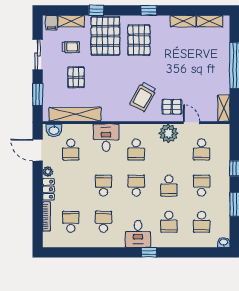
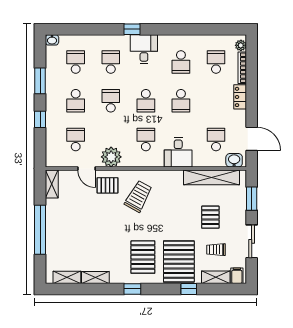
plant: (48, 172) -> (241, 45), moved
school desk: (71, 222) -> (216, 62), turned 180

